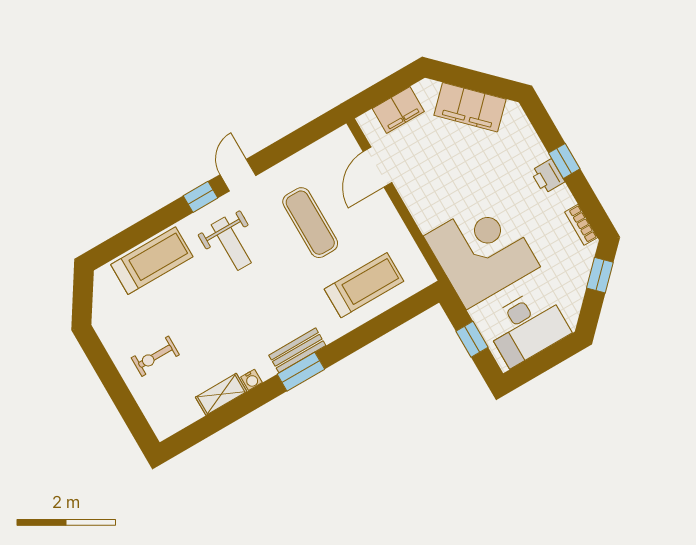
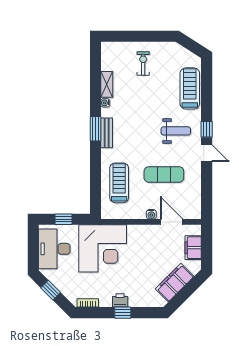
water cooler: (384, 206) -> (151, 214), added
weight bench: (231, 244) -> (176, 131), turned 180
treadmill: (152, 261) -> (190, 88), turned 180
window: (600, 275) -> (51, 290), moved
treadmill: (364, 285) -> (119, 183), turned 180

